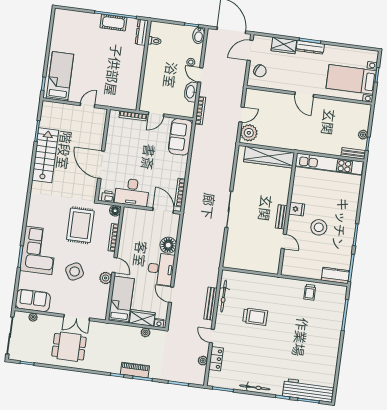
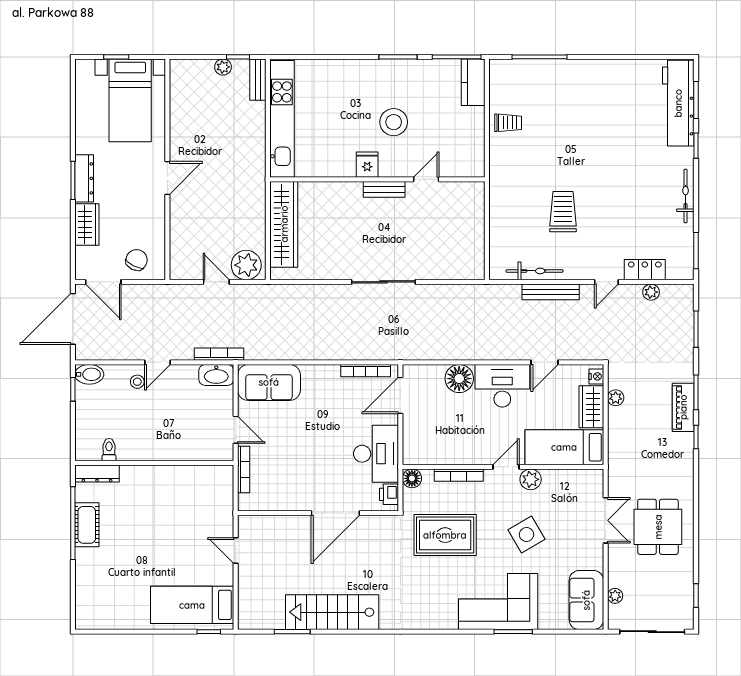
washbasin: (191, 92) -> (216, 375), moved

